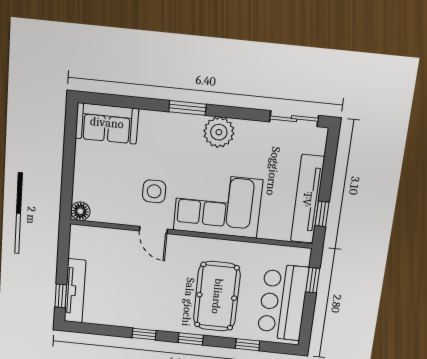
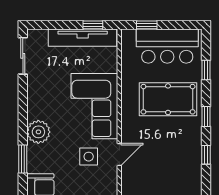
window: (187, 108) -> (23, 159), moved
plant: (219, 132) -> (38, 132), moved

